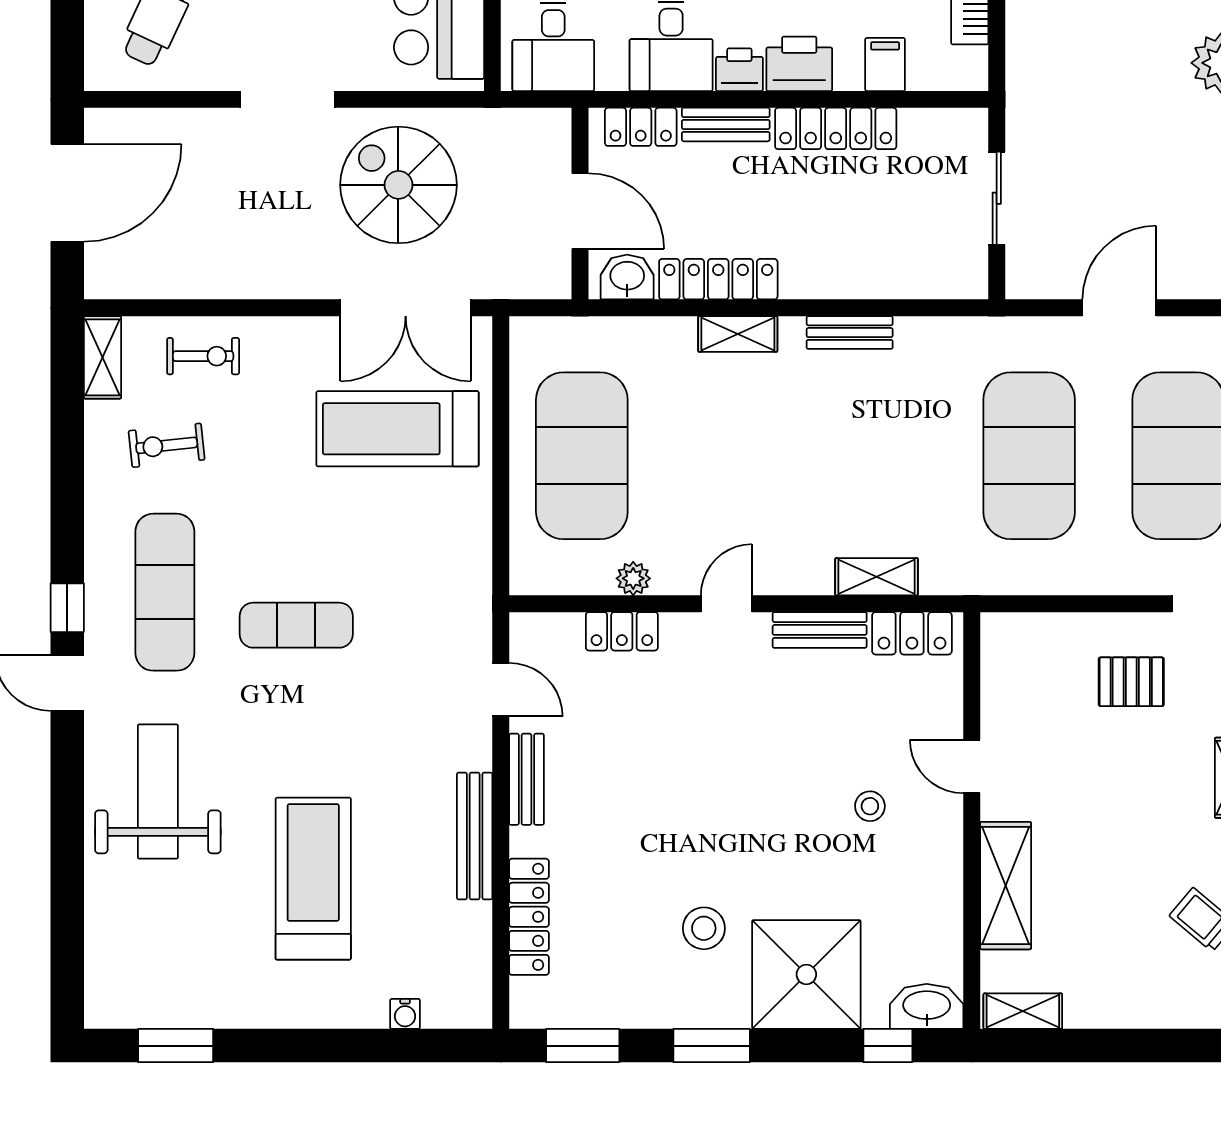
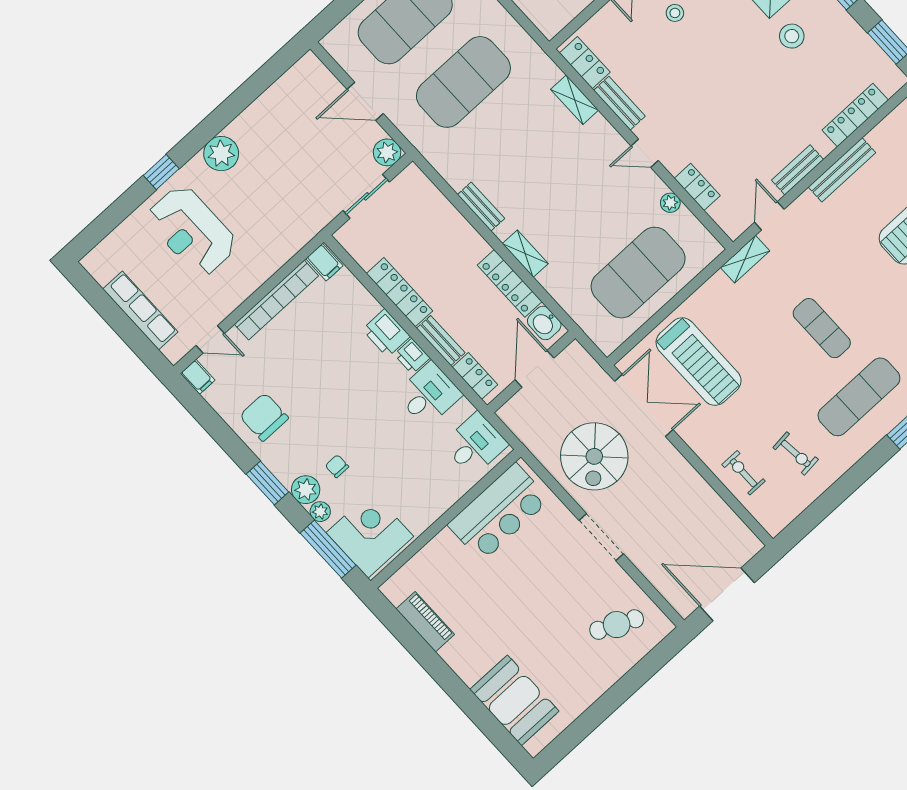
filing cabinet: (885, 65) -> (324, 262), moved, turned -90
plant: (1029, 276) -> (387, 152), added
shelving: (103, 357) -> (745, 259), moved

